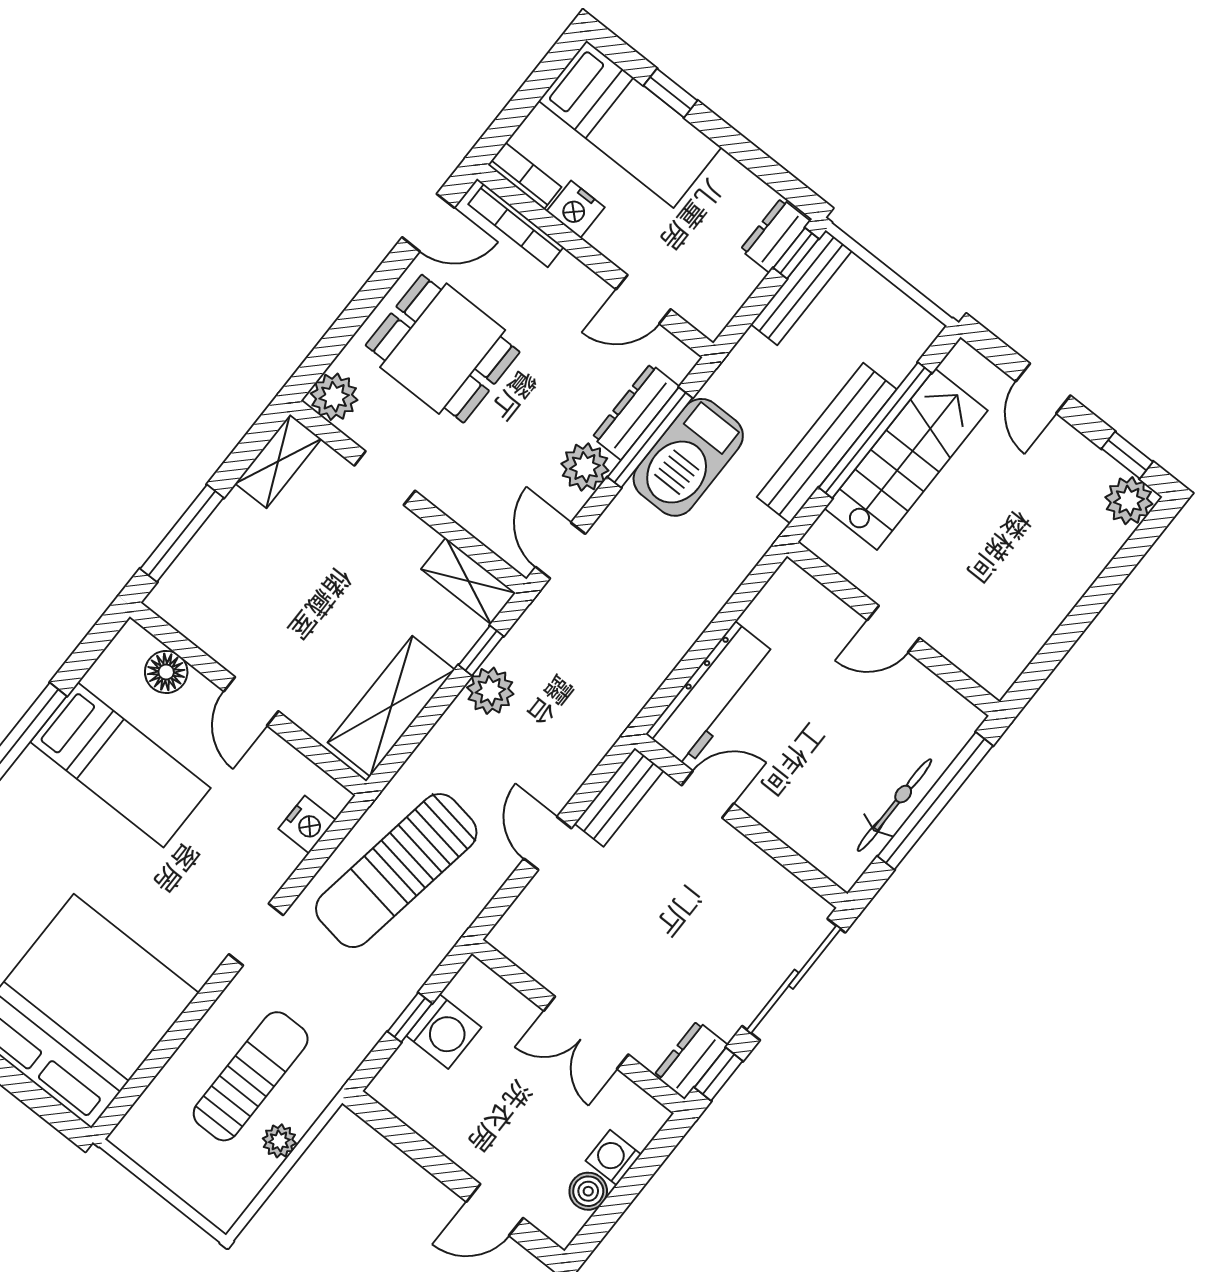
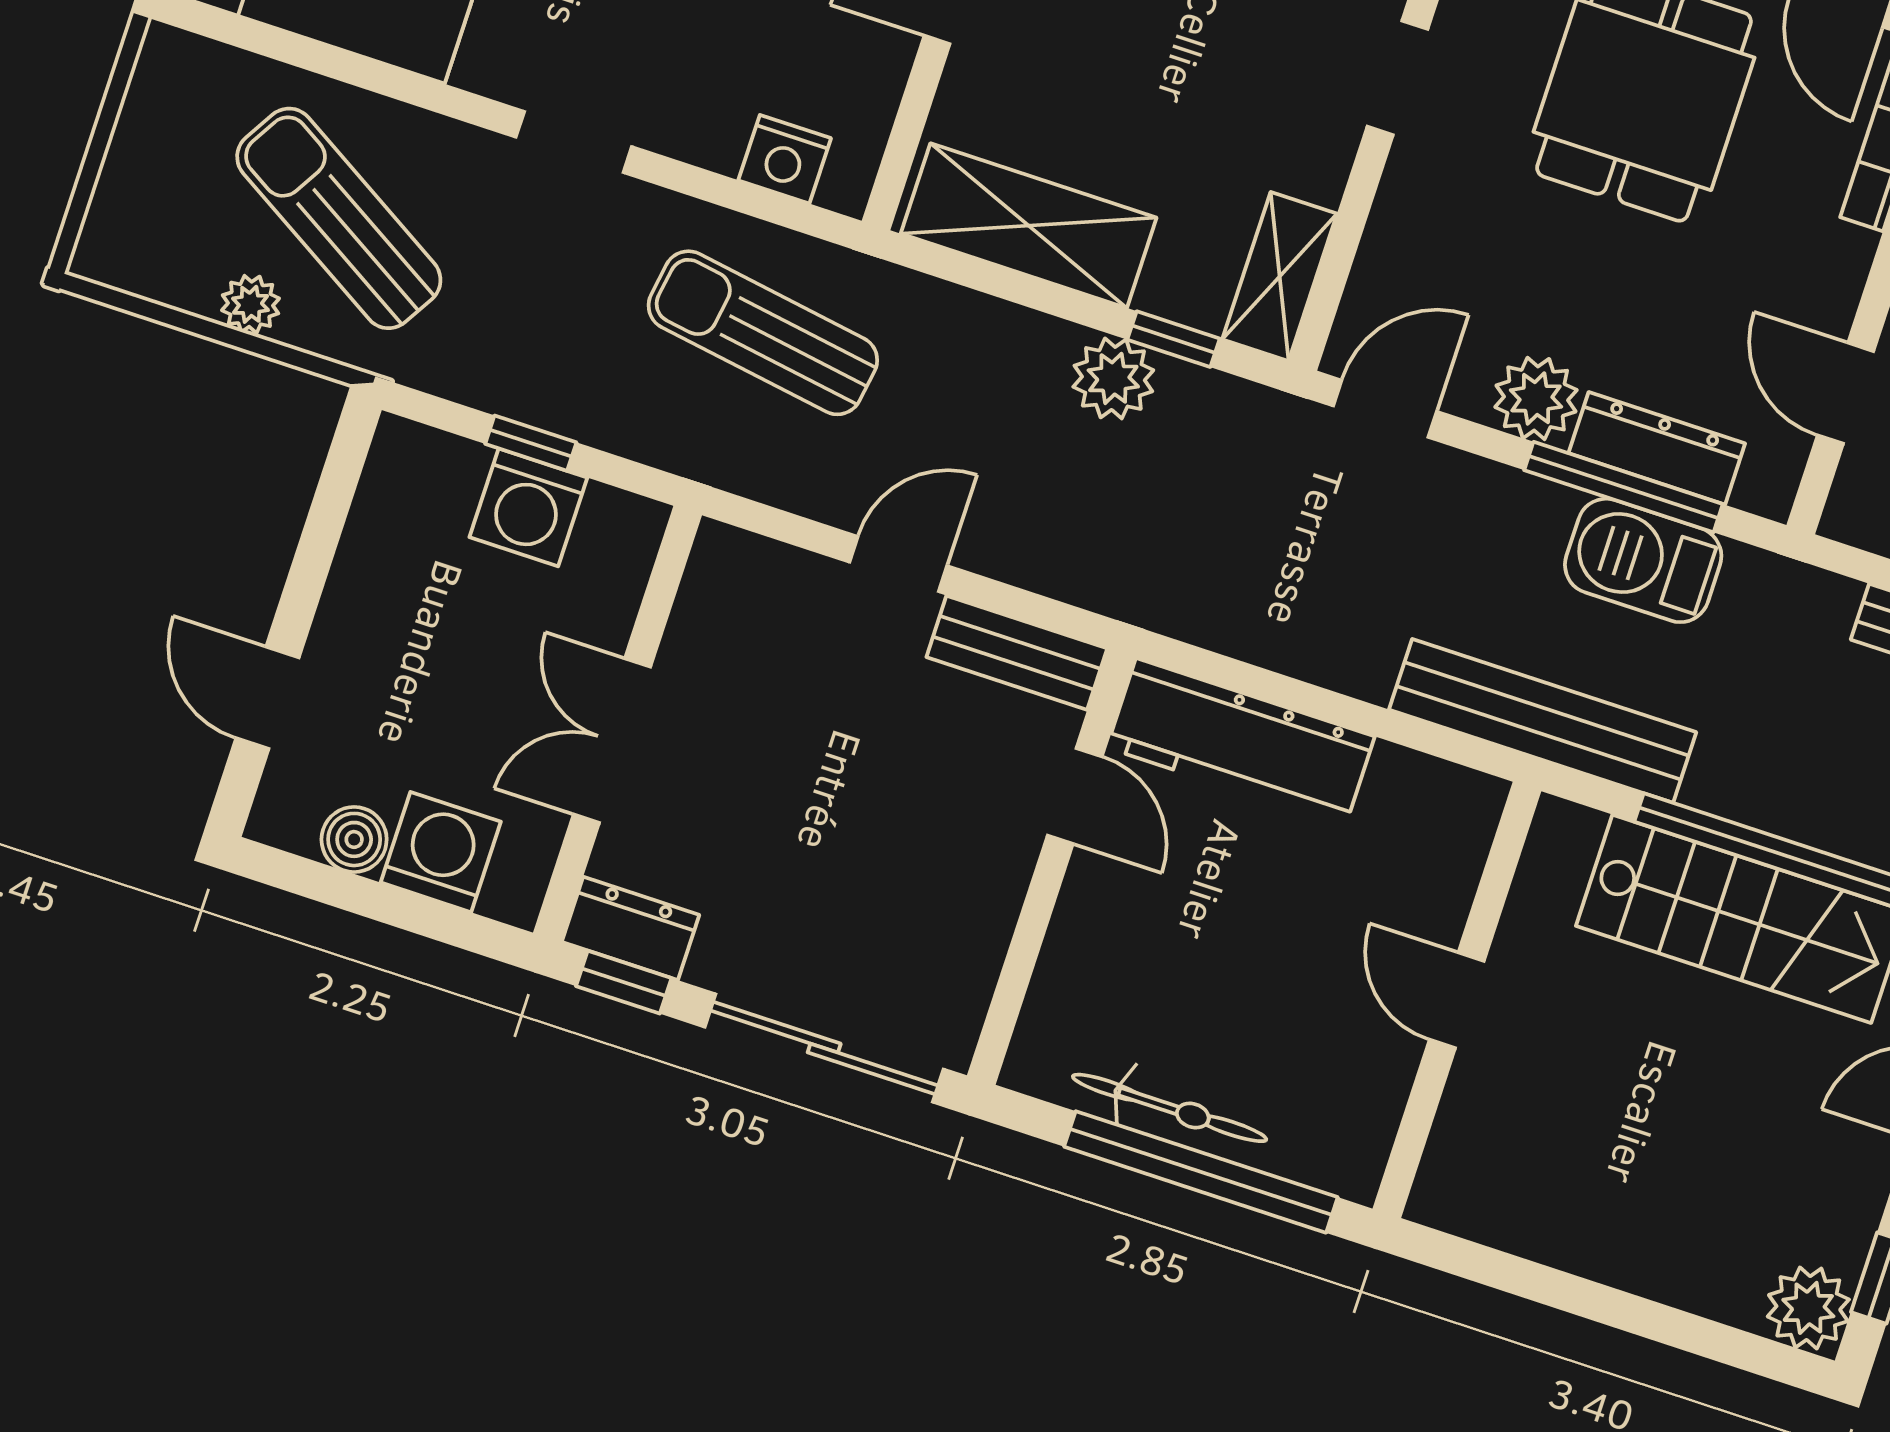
bench: (827, 443) -> (1543, 721), moved
barbecue: (688, 457) -> (1643, 560), width x0.73, depth x0.83
sun lounger: (396, 871) -> (763, 333), width x0.73, depth x0.75
sun lounger: (251, 1076) -> (339, 218), turned -149
washing machine: (613, 1158) -> (441, 852), width x1.38, depth x1.38

